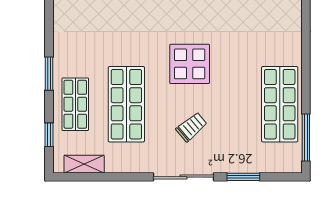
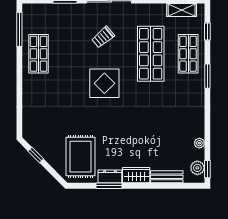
shop shelf: (280, 104) -> (39, 54), width x0.70, depth x0.74

